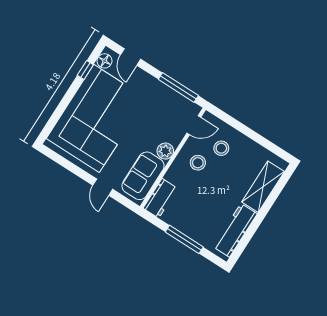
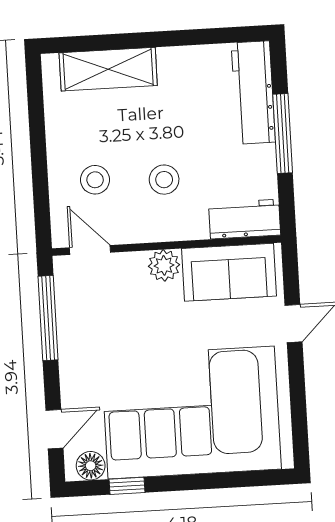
stool: (198, 163) -> (164, 180), moved
workbench: (235, 230) -> (253, 93), moved, turned 90

